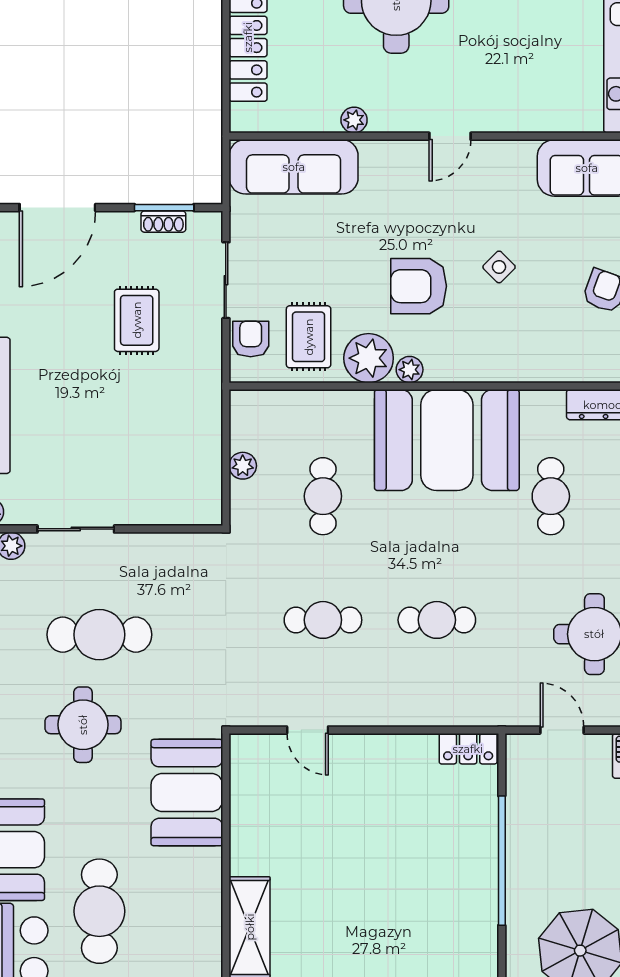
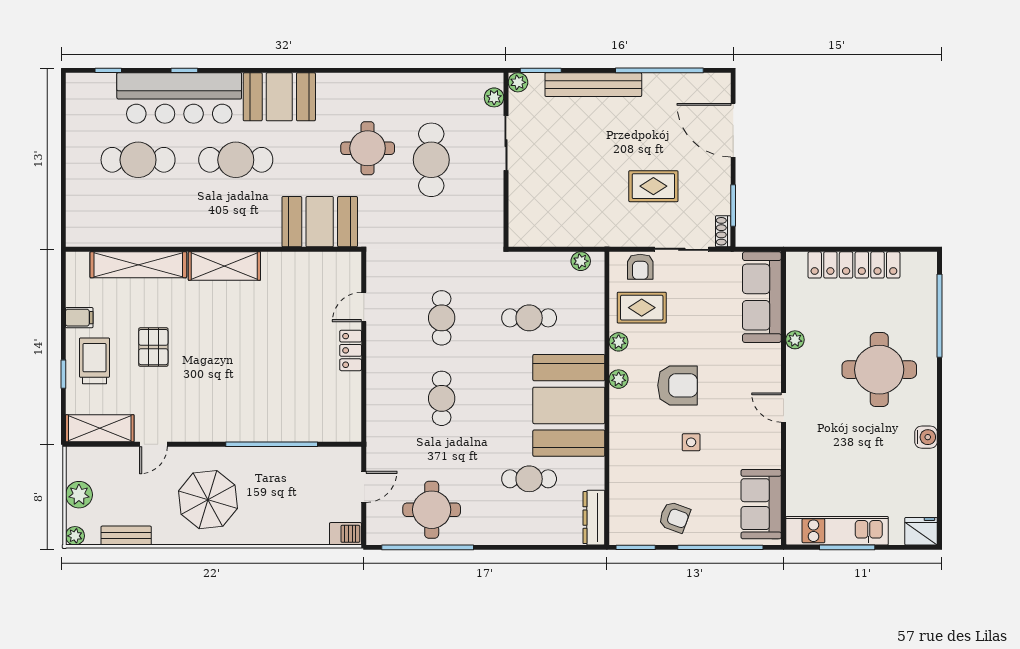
shoe rack: (163, 222) -> (723, 231), moved
side table: (499, 267) -> (691, 442), turned 45
armchair: (419, 286) -> (677, 385), turned 90
armchair: (251, 339) -> (640, 267), turned 90
plant: (369, 358) -> (619, 342), width x0.53, depth x0.53
plant: (243, 466) -> (581, 261), moved
locker: (468, 749) -> (351, 350), moved

